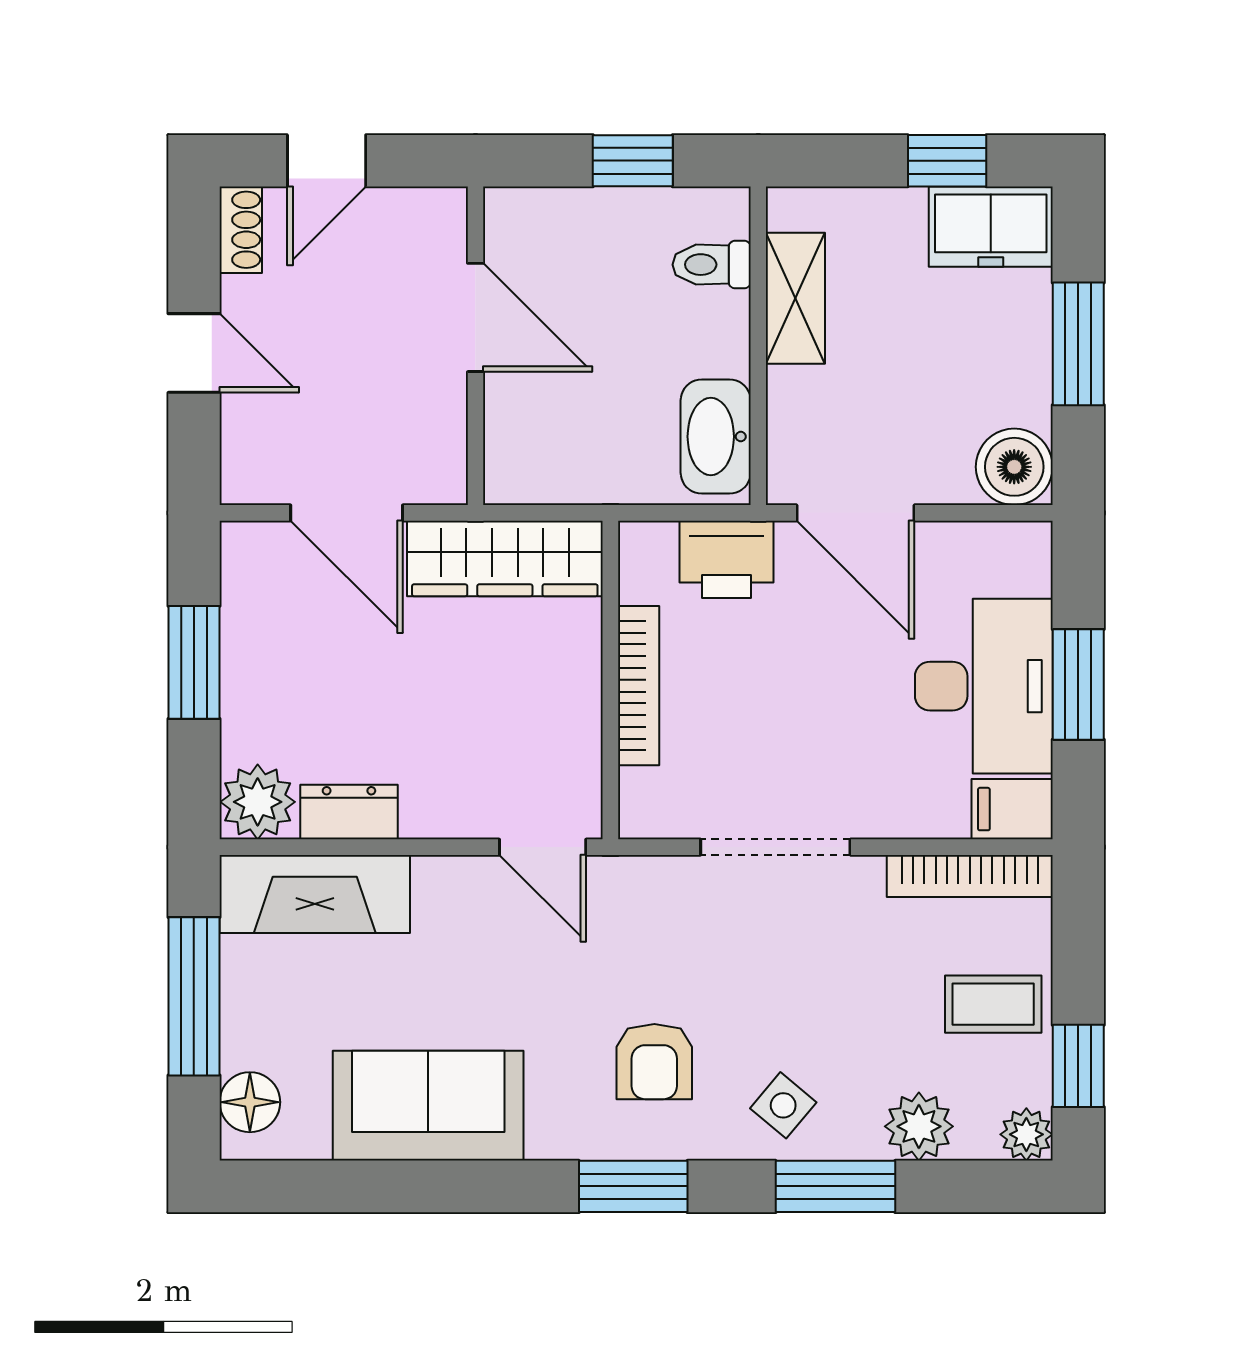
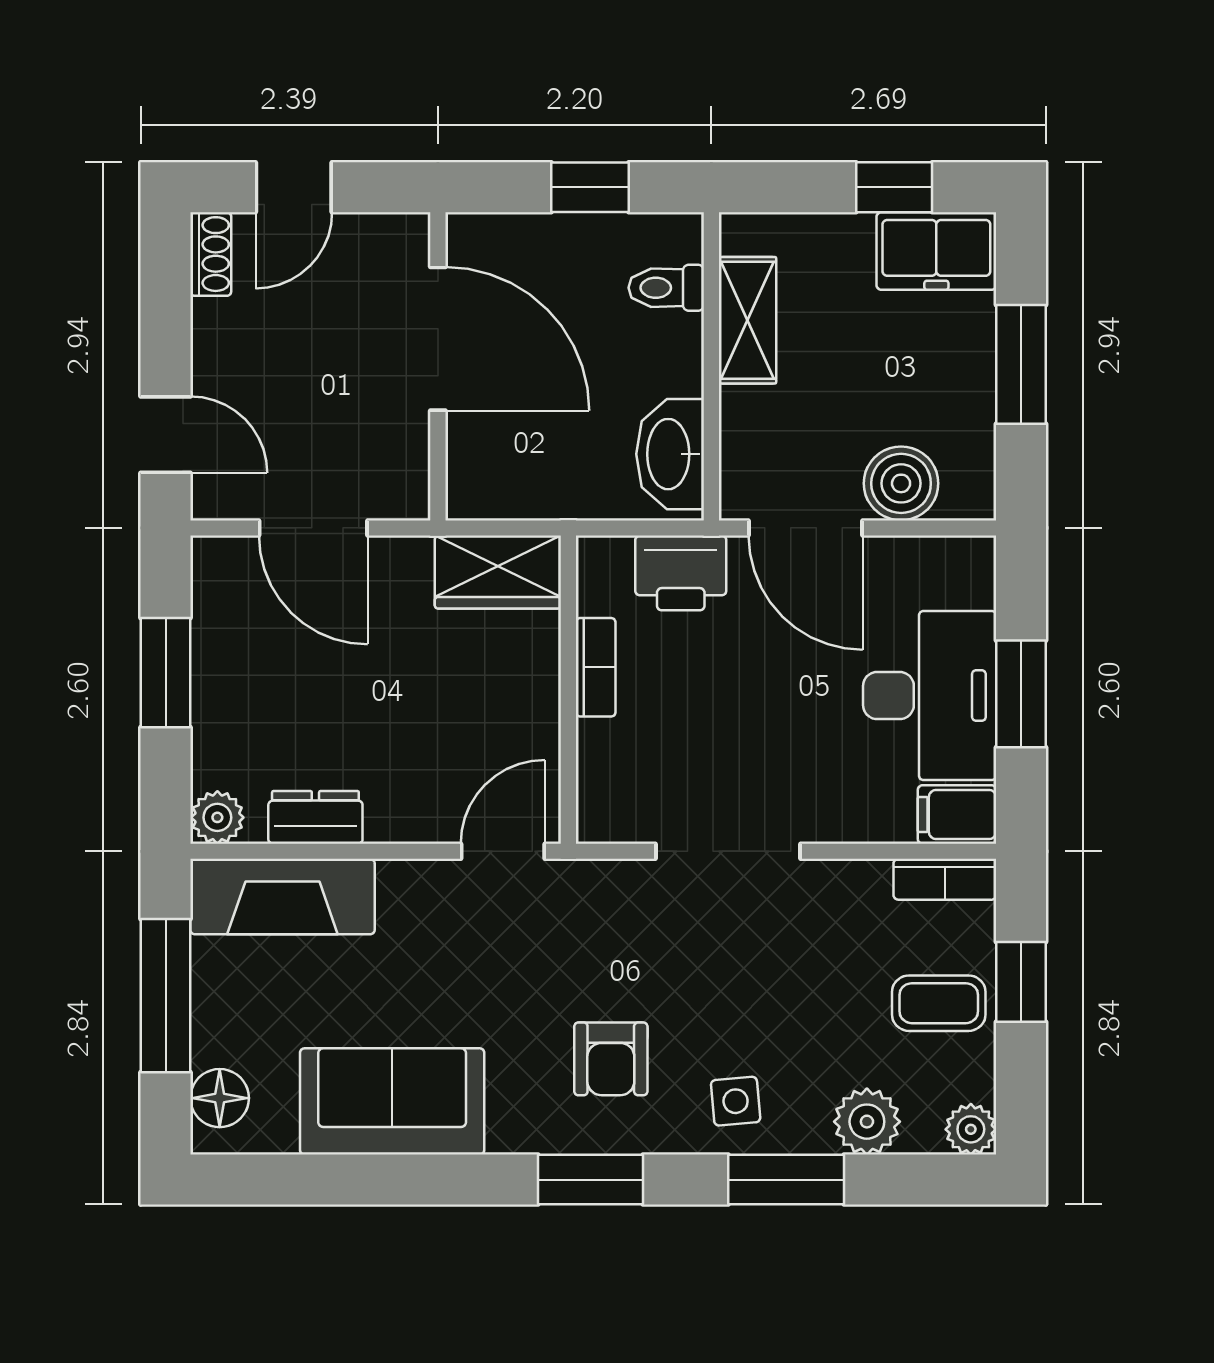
door: (475, 317) -> (438, 339), width x1.36
door: (194, 353) -> (166, 435), moved
boiler: (1014, 467) -> (901, 483), moved
wardrobe: (505, 558) -> (498, 572), width x0.67
bookcase: (639, 686) -> (596, 667), width x0.64
plant: (258, 802) -> (217, 817), width x0.73, depth x0.73
door: (543, 847) -> (503, 851), swing flipped
bookcase: (970, 876) -> (945, 879), width x0.64
window: (1078, 1066) -> (1021, 982), moved
side table: (783, 1105) -> (736, 1101), turned 45

